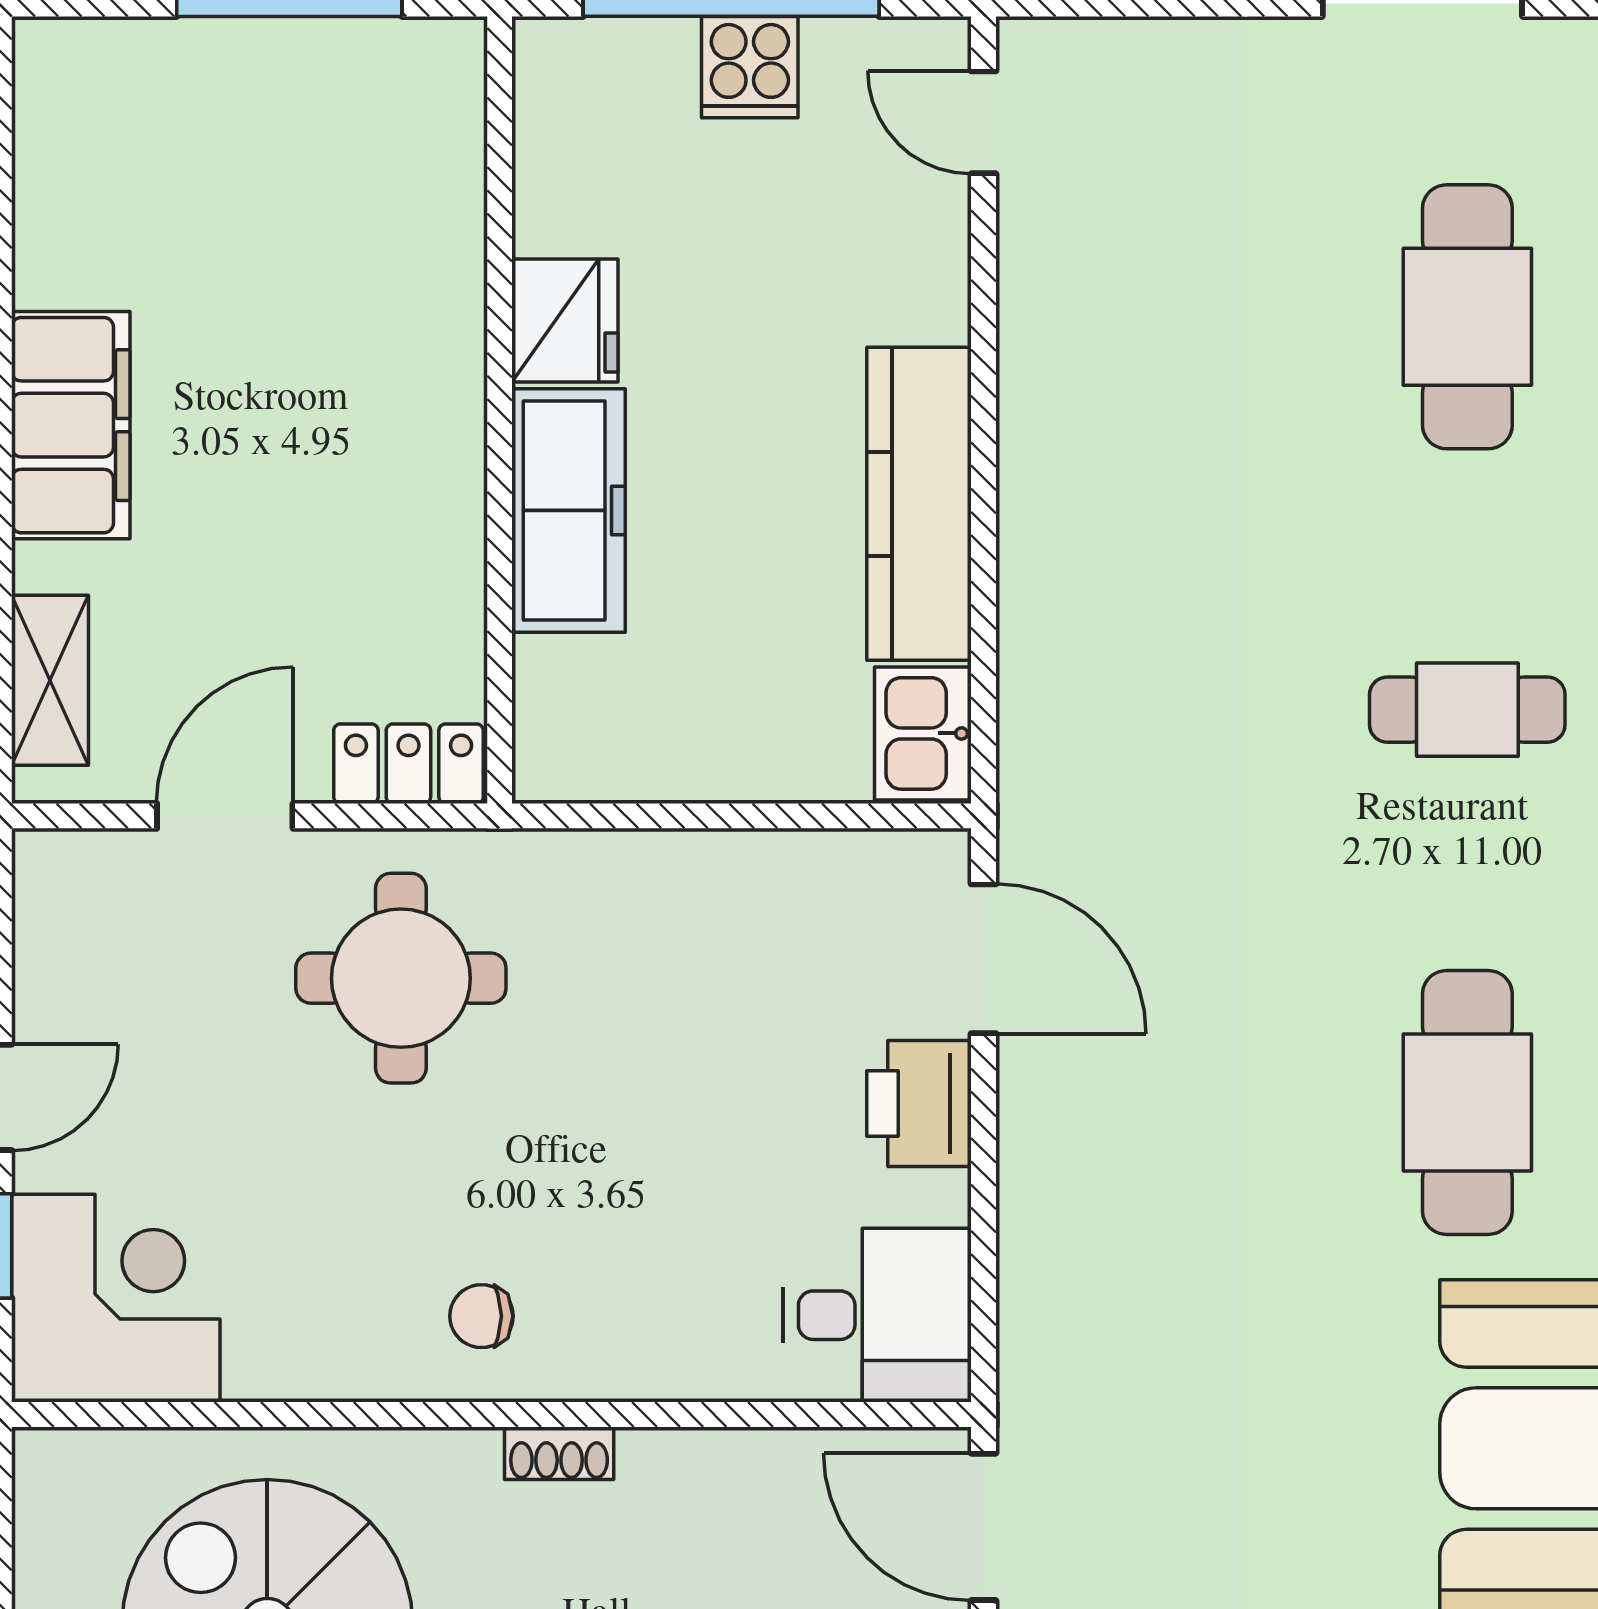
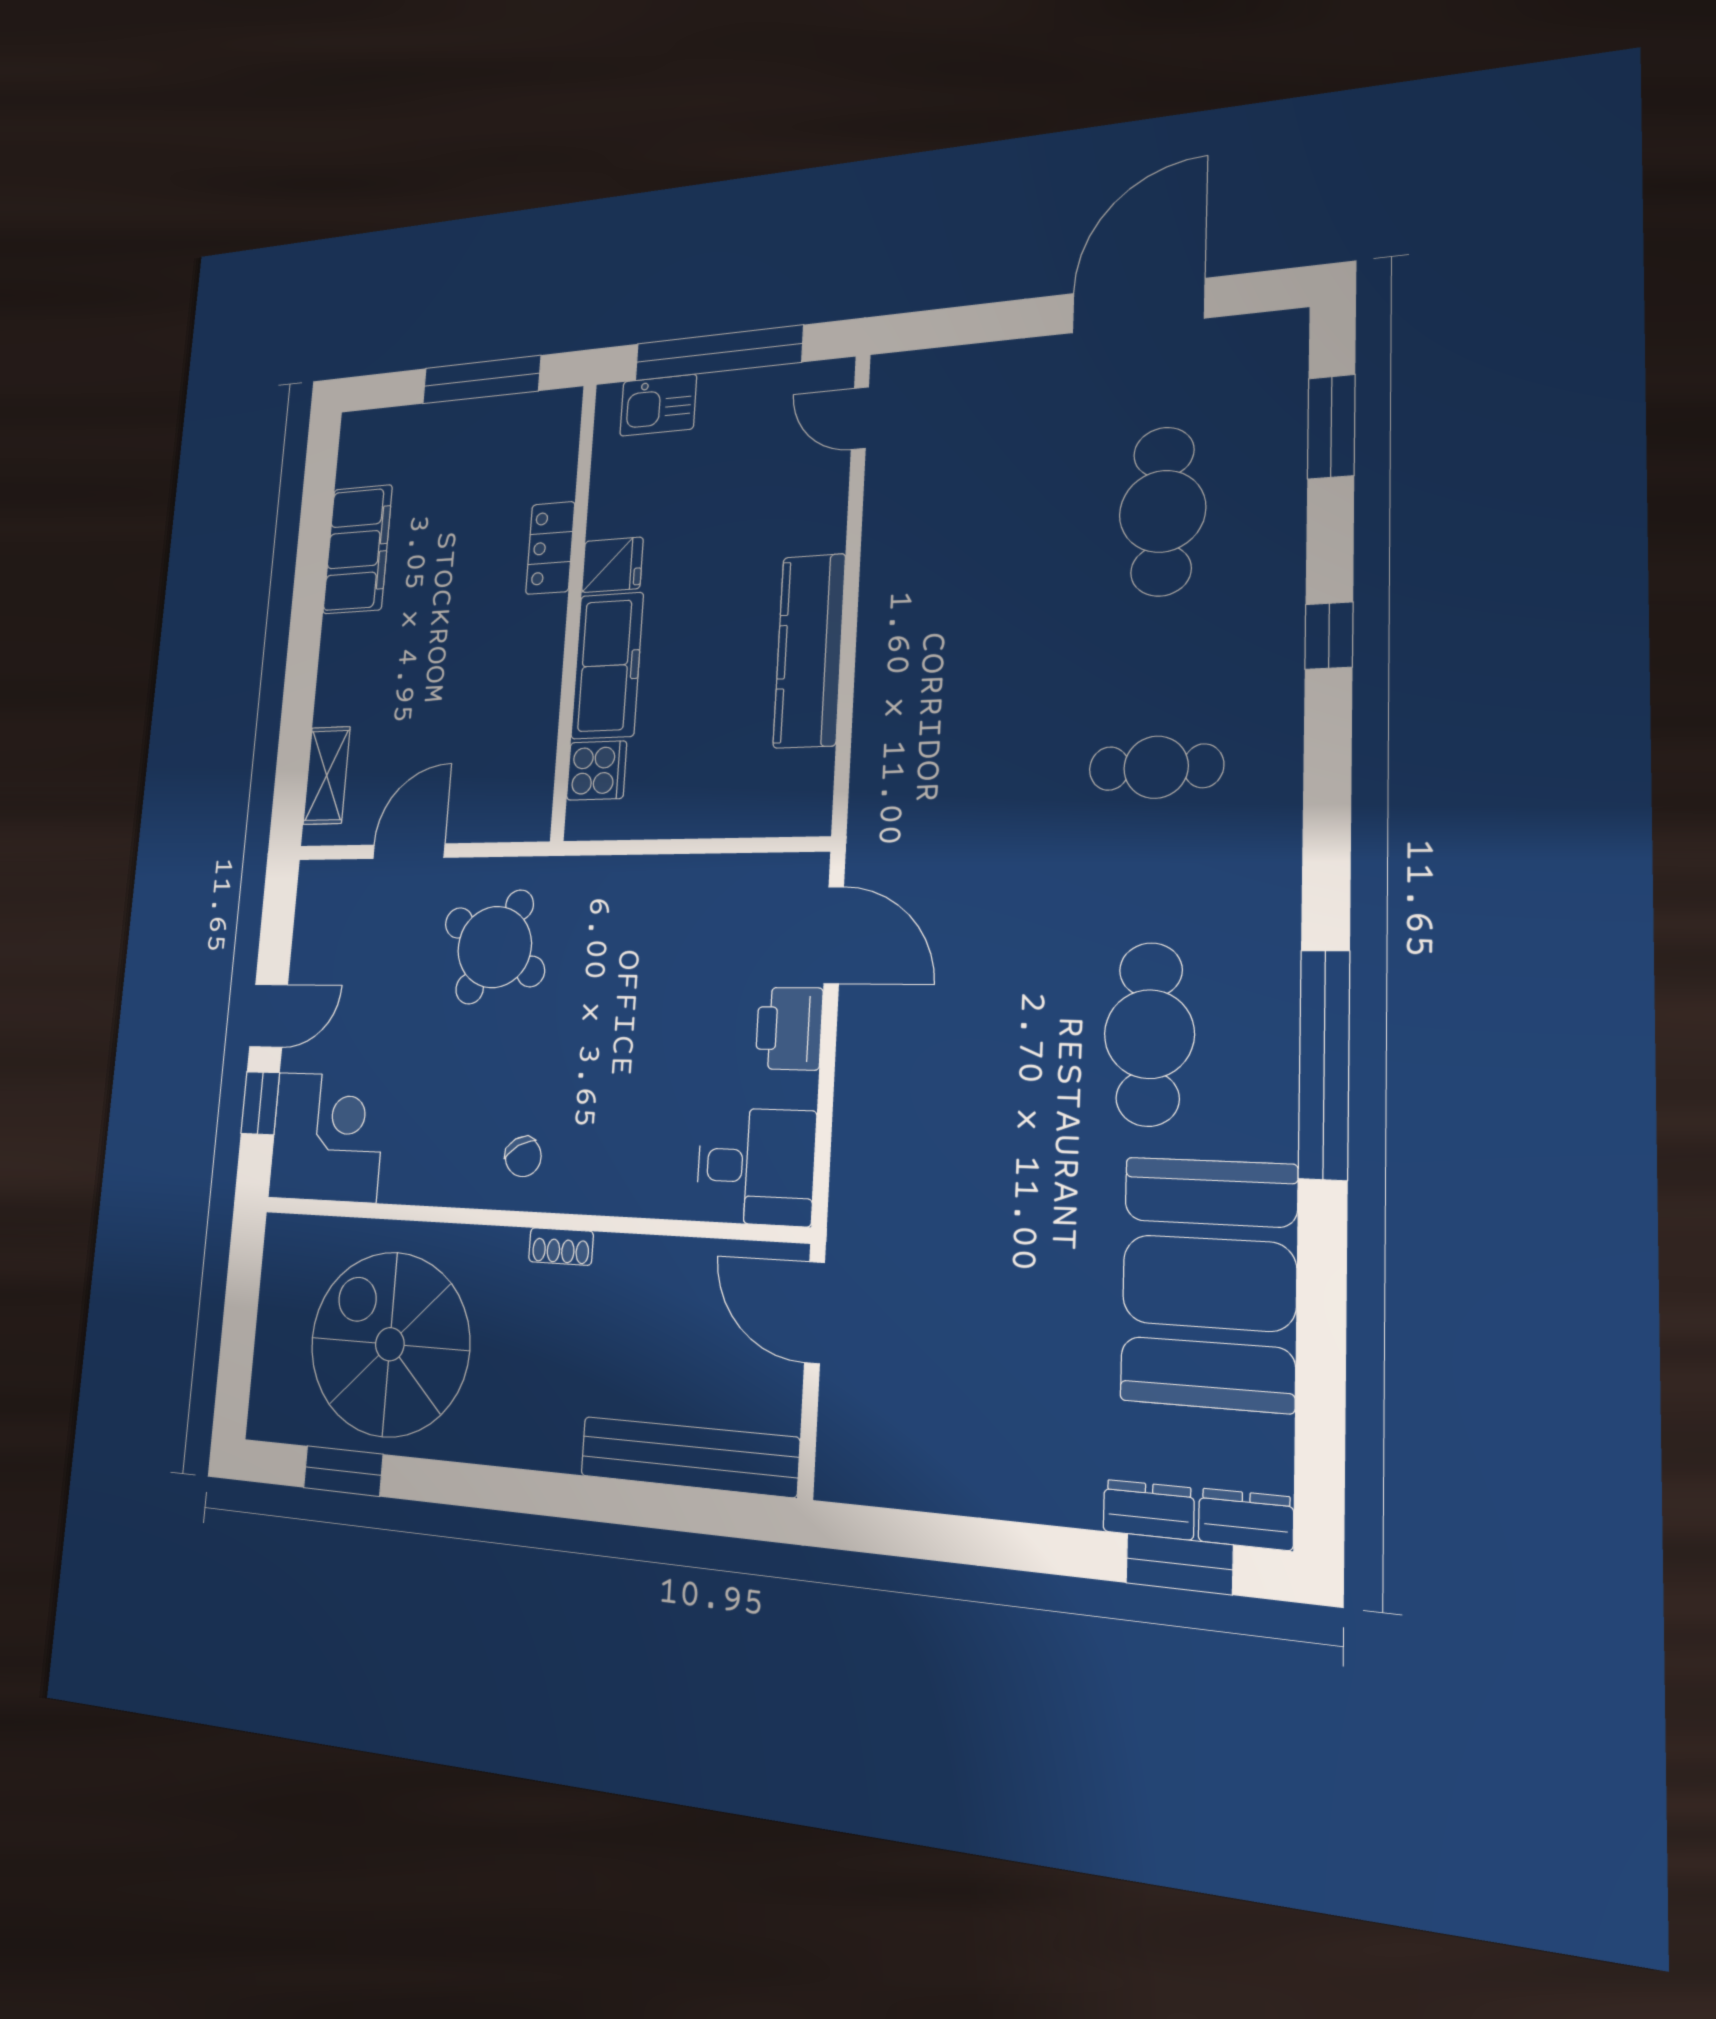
cooker: (750, 67) -> (597, 770), moved, turned -90
fridge: (565, 321) -> (612, 565), width x0.72
filing cabinet: (71, 425) -> (358, 549), moved
kitchen sink: (923, 733) -> (658, 405), moved, turned -90
locker: (408, 764) -> (550, 548), moved, turned -90
round table: (401, 978) -> (495, 947), turned 30
chair: (481, 1316) -> (523, 1157), turned -120

